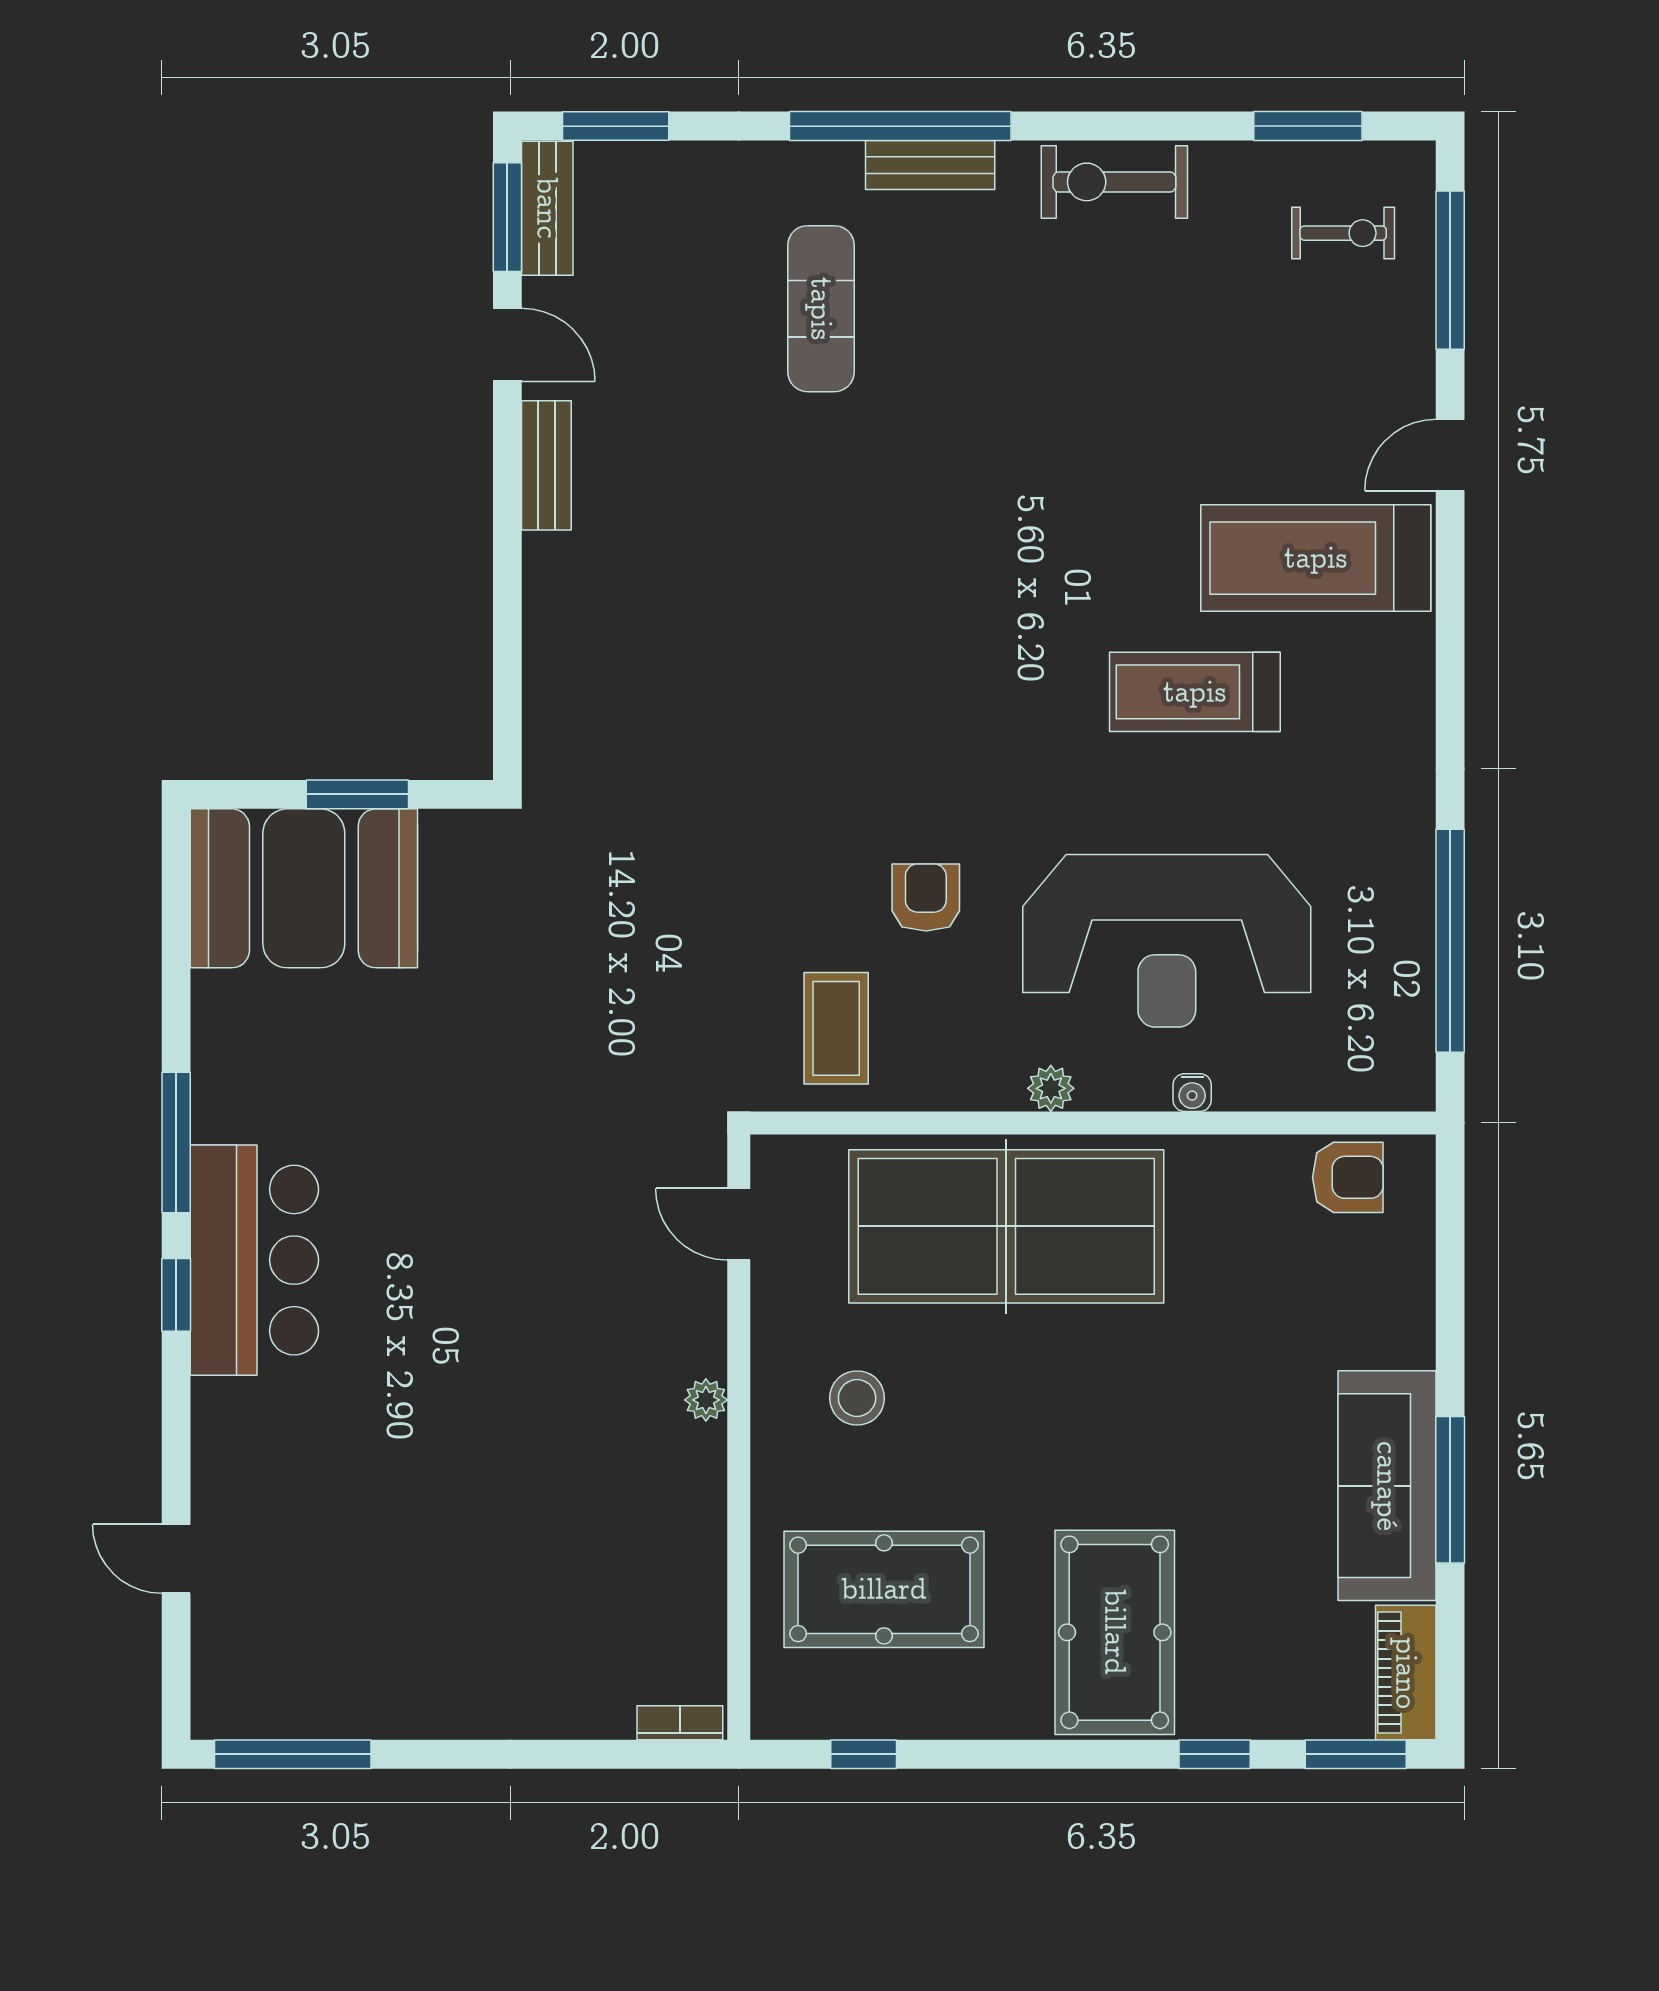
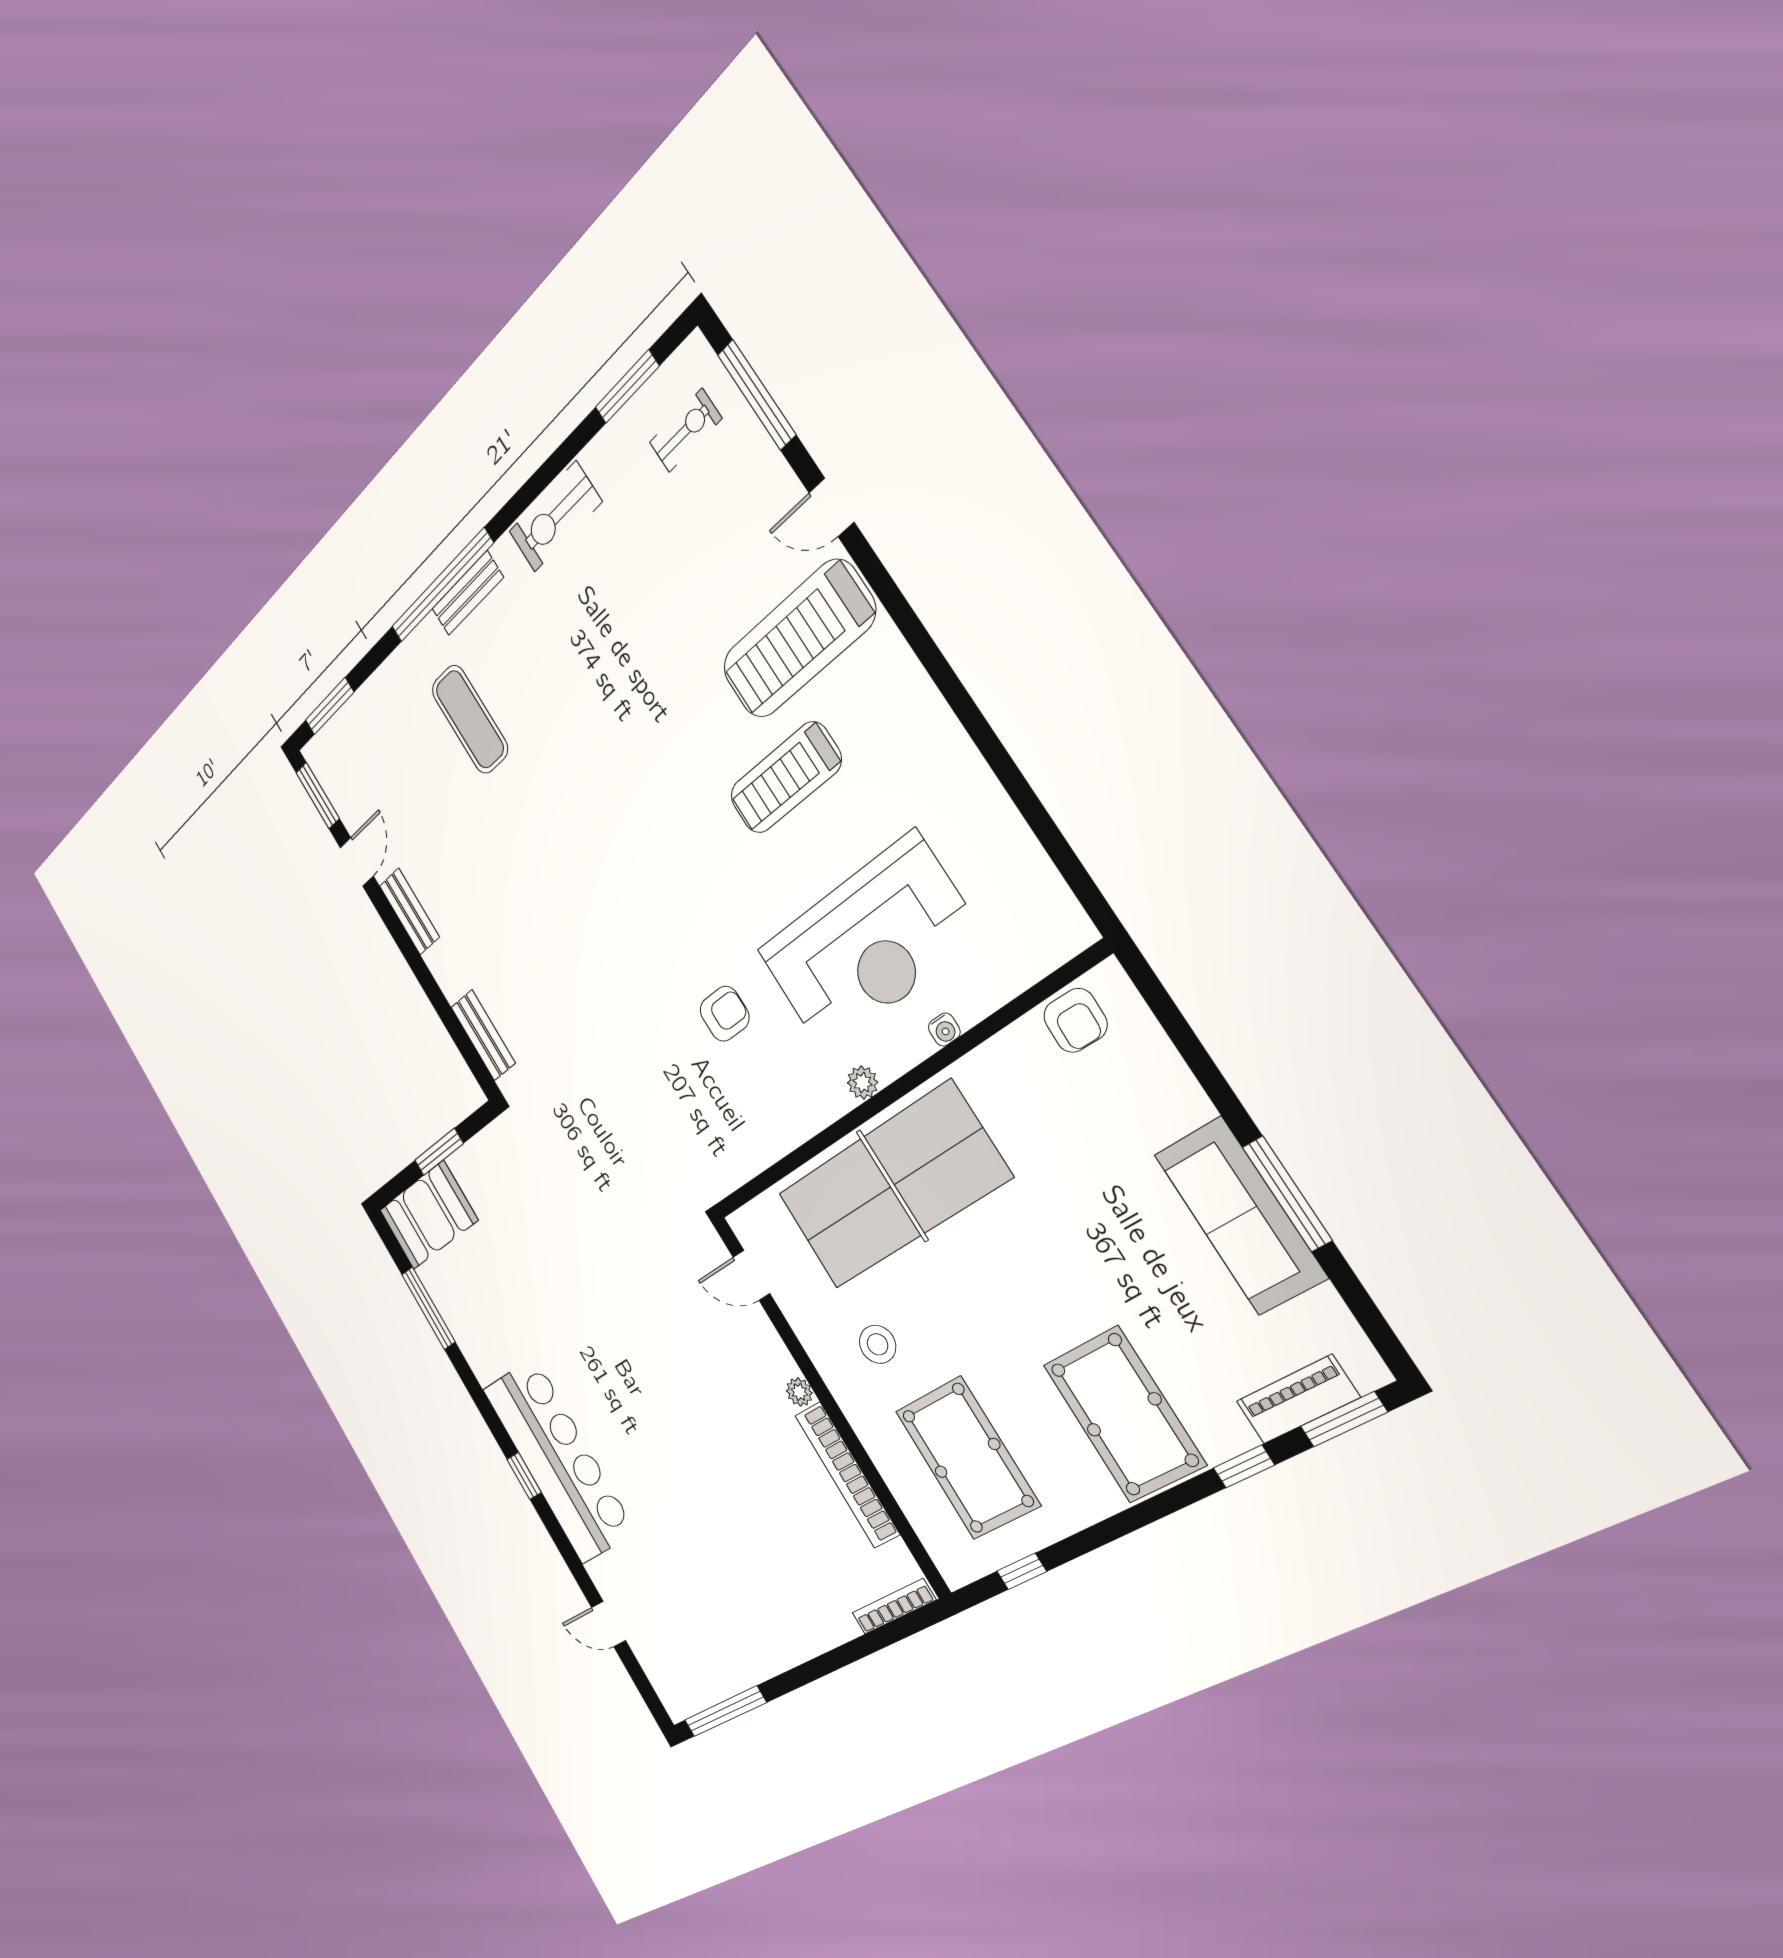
bench: (547, 208) -> (483, 1035), moved
door: (507, 345) -> (357, 862), hinge flipped
door: (1450, 455) -> (831, 507), hinge flipped
booth: (304, 888) -> (428, 1215), width x0.73, depth x0.70
armchair: (926, 897) -> (725, 1014), turned 90
window: (1450, 941) -> (1037, 817), removed
coffee table: (836, 1028) -> (728, 1125), removed
window: (176, 1142) -> (428, 1308), moved
armchair: (1348, 1177) -> (1075, 1020), turned 92
bar counter: (254, 1260) -> (558, 1460), width x1.36
bookcase: (703, 1533) -> (847, 1475), added
pool table: (884, 1589) -> (967, 1458), turned 90
piano: (1406, 1673) -> (1298, 1399), moved, turned 90
bookcase: (680, 1723) -> (894, 1606), width x1.56

